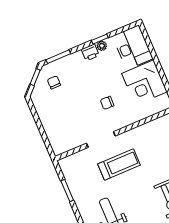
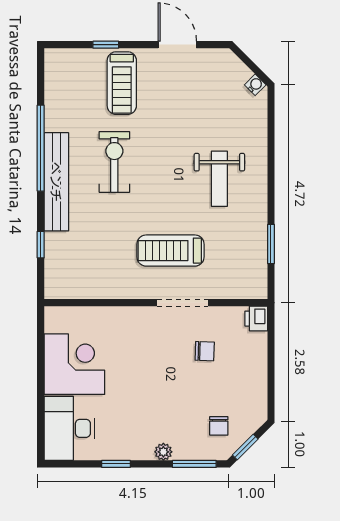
plant: (102, 46) -> (163, 452), moved
printer: (90, 52) -> (256, 319), moved, turned -90
chair: (107, 103) -> (205, 351), moved

